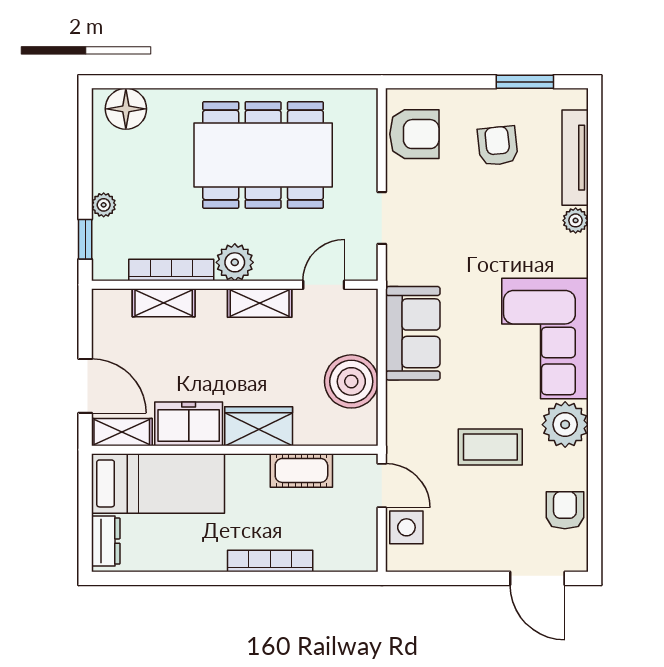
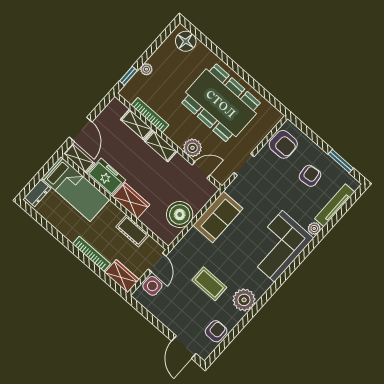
plant: (235, 262) -> (192, 148), moved
shelving: (260, 303) -> (161, 146), moved
corner sofa: (545, 339) -> (278, 246), moved
wardrobe: (347, 554) -> (122, 276), added

